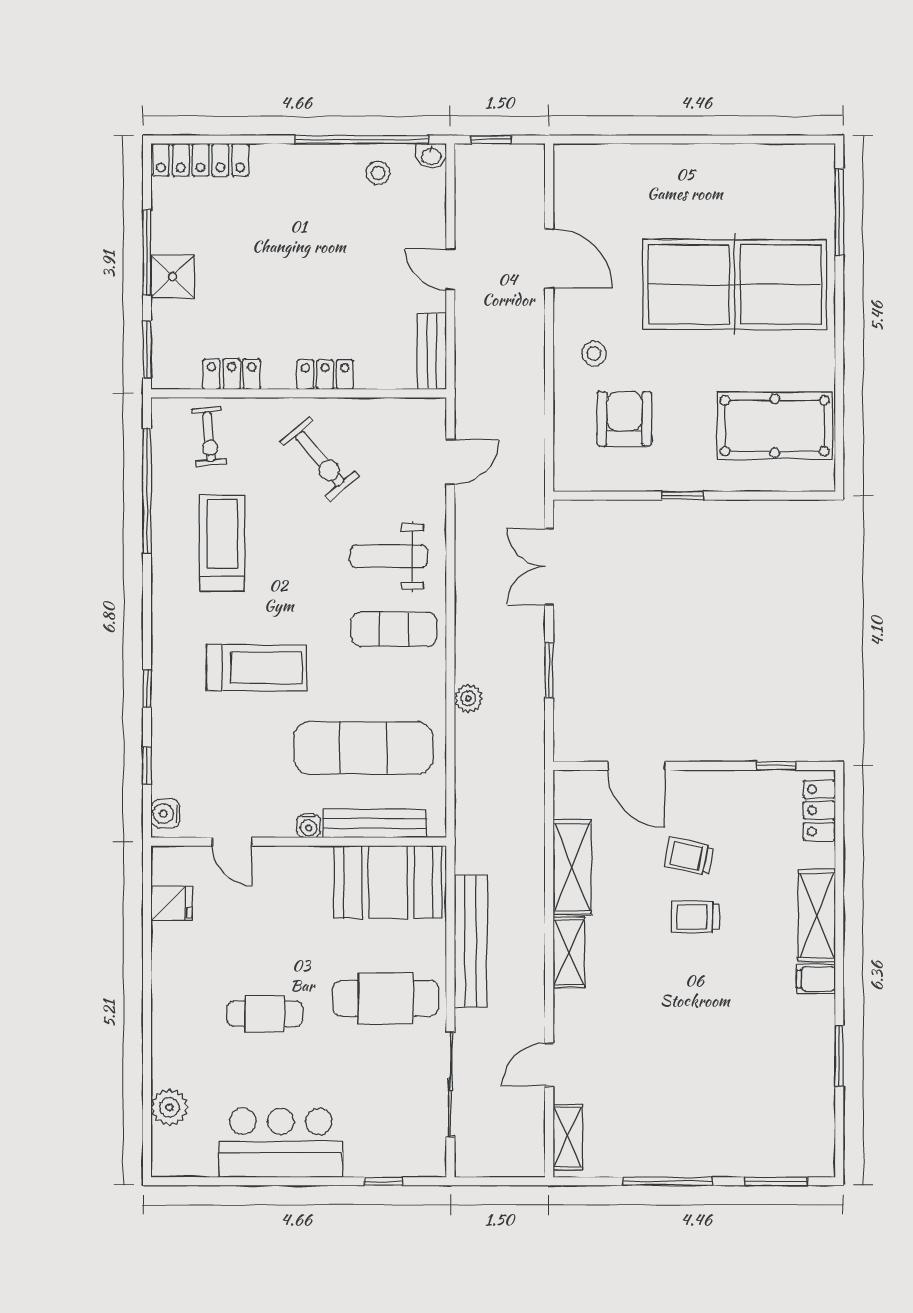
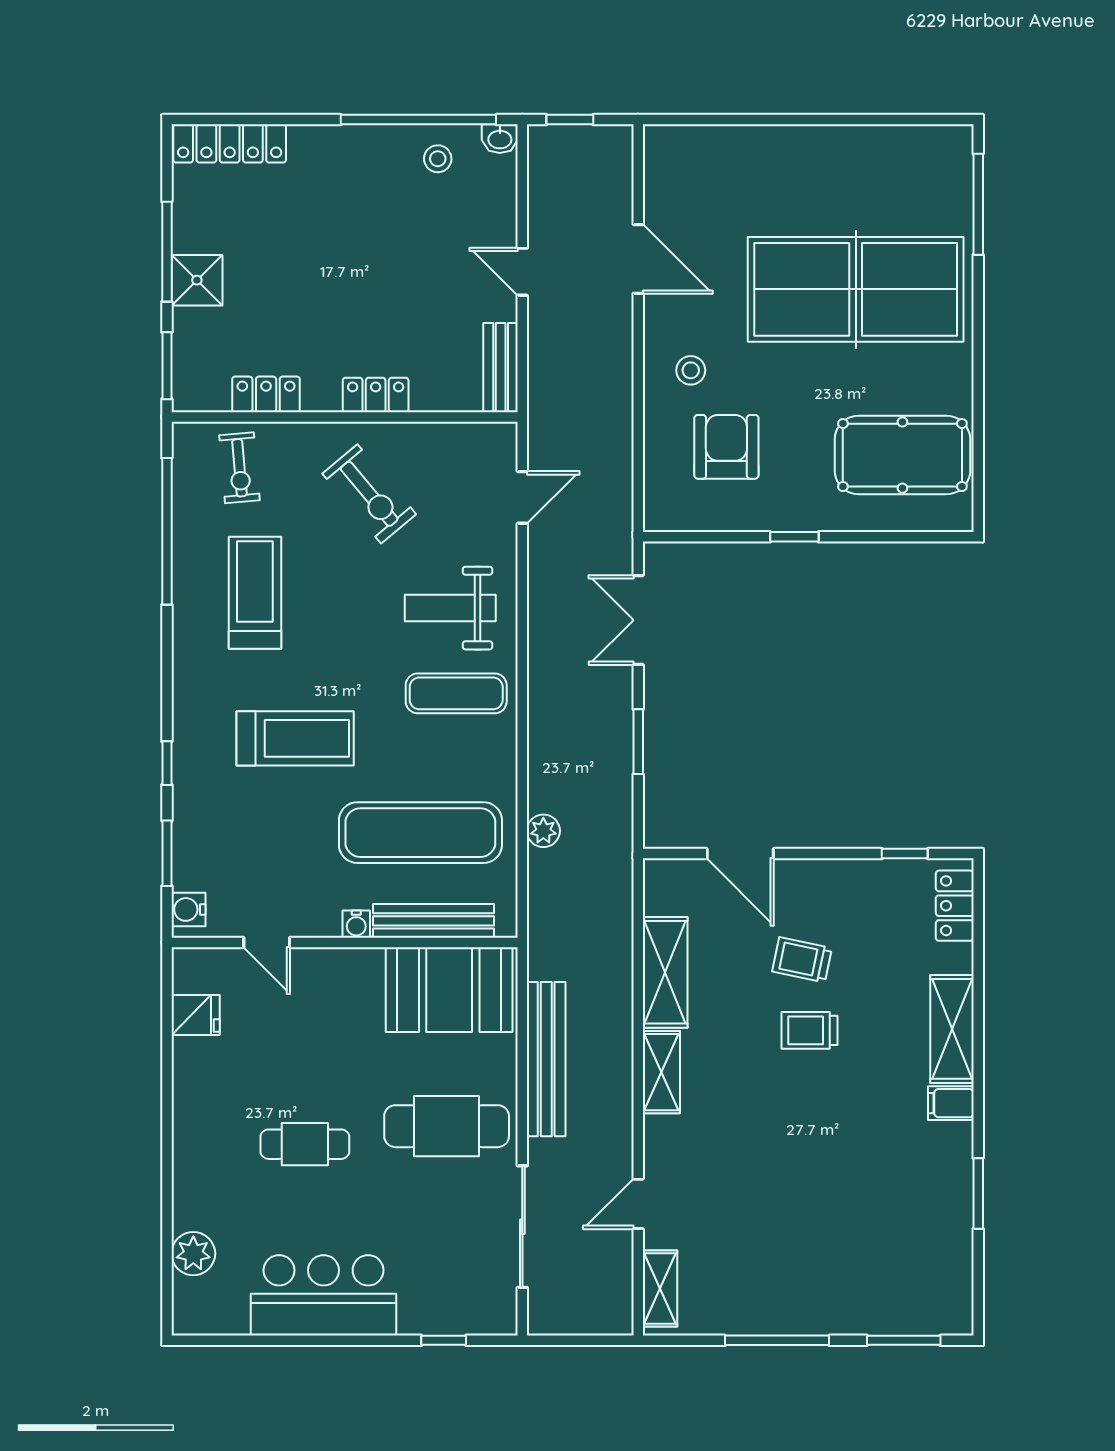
plant: (468, 698) -> (543, 831), moved
window: (147, 766) -> (167, 853), width x1.50

